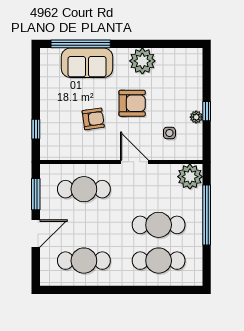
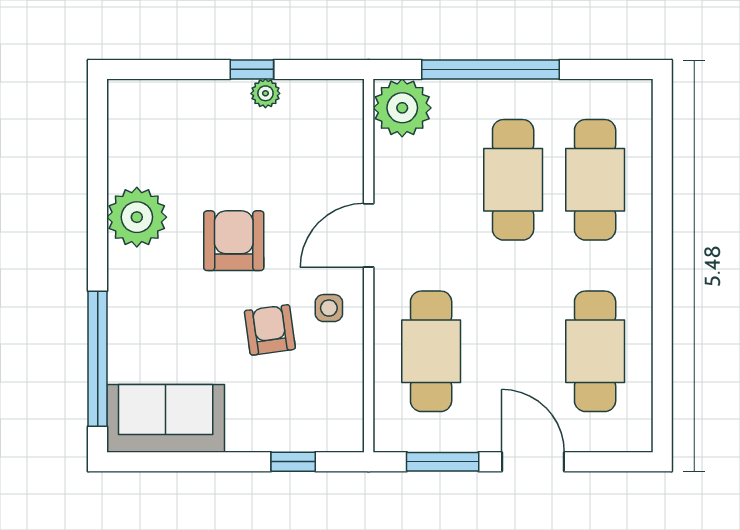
sofa: (87, 63) -> (166, 418), moved, turned -90
side table: (169, 133) -> (329, 308), moved

